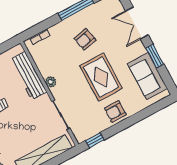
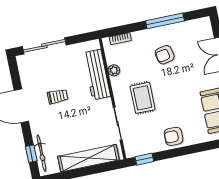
rug: (101, 77) -> (143, 98), moved, width x0.73, depth x0.70
plant: (51, 82) -> (114, 70), moved

